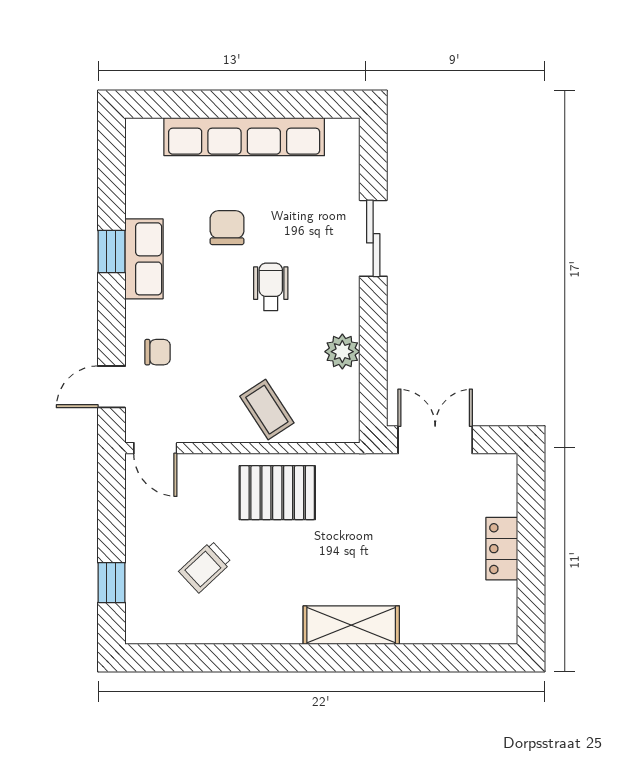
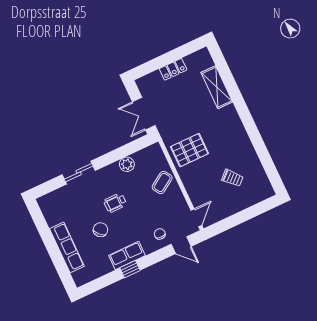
row of seats: (244, 137) -> (67, 247), width x0.73
chair: (227, 228) -> (100, 230), turned 136
pallet: (277, 493) -> (189, 150), moved, turned 90
window: (111, 583) -> (255, 211), removed
shelving: (351, 625) -> (217, 87), moved

